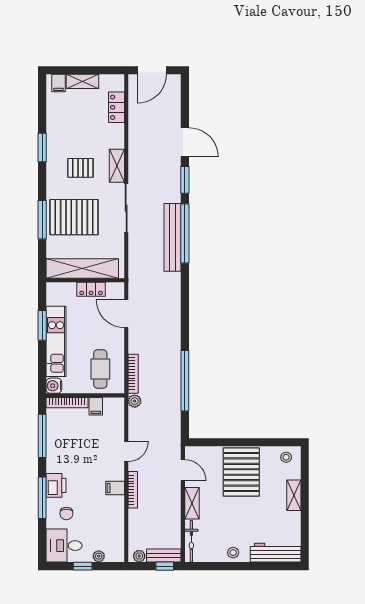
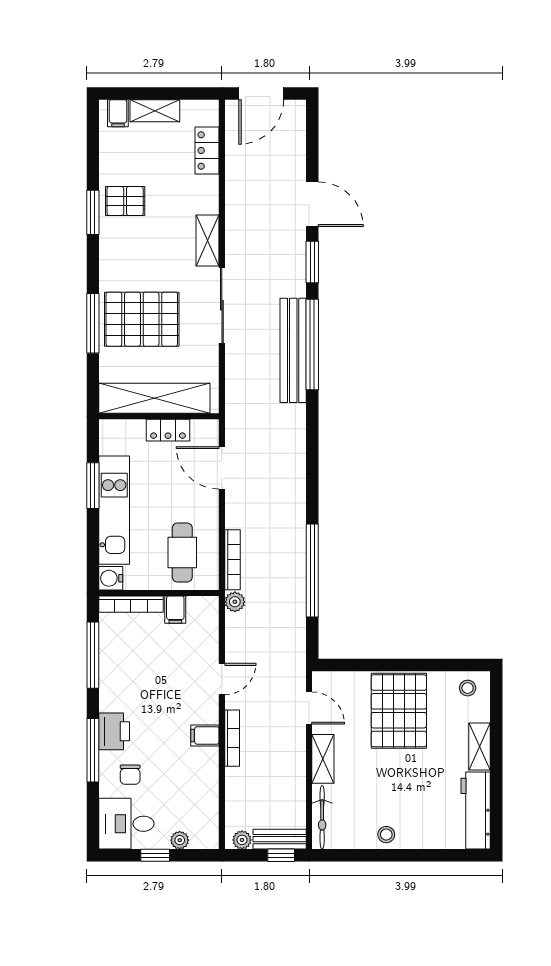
pallet: (80, 168) -> (125, 201), moved
workbench: (276, 553) -> (476, 811), moved, turned -90

